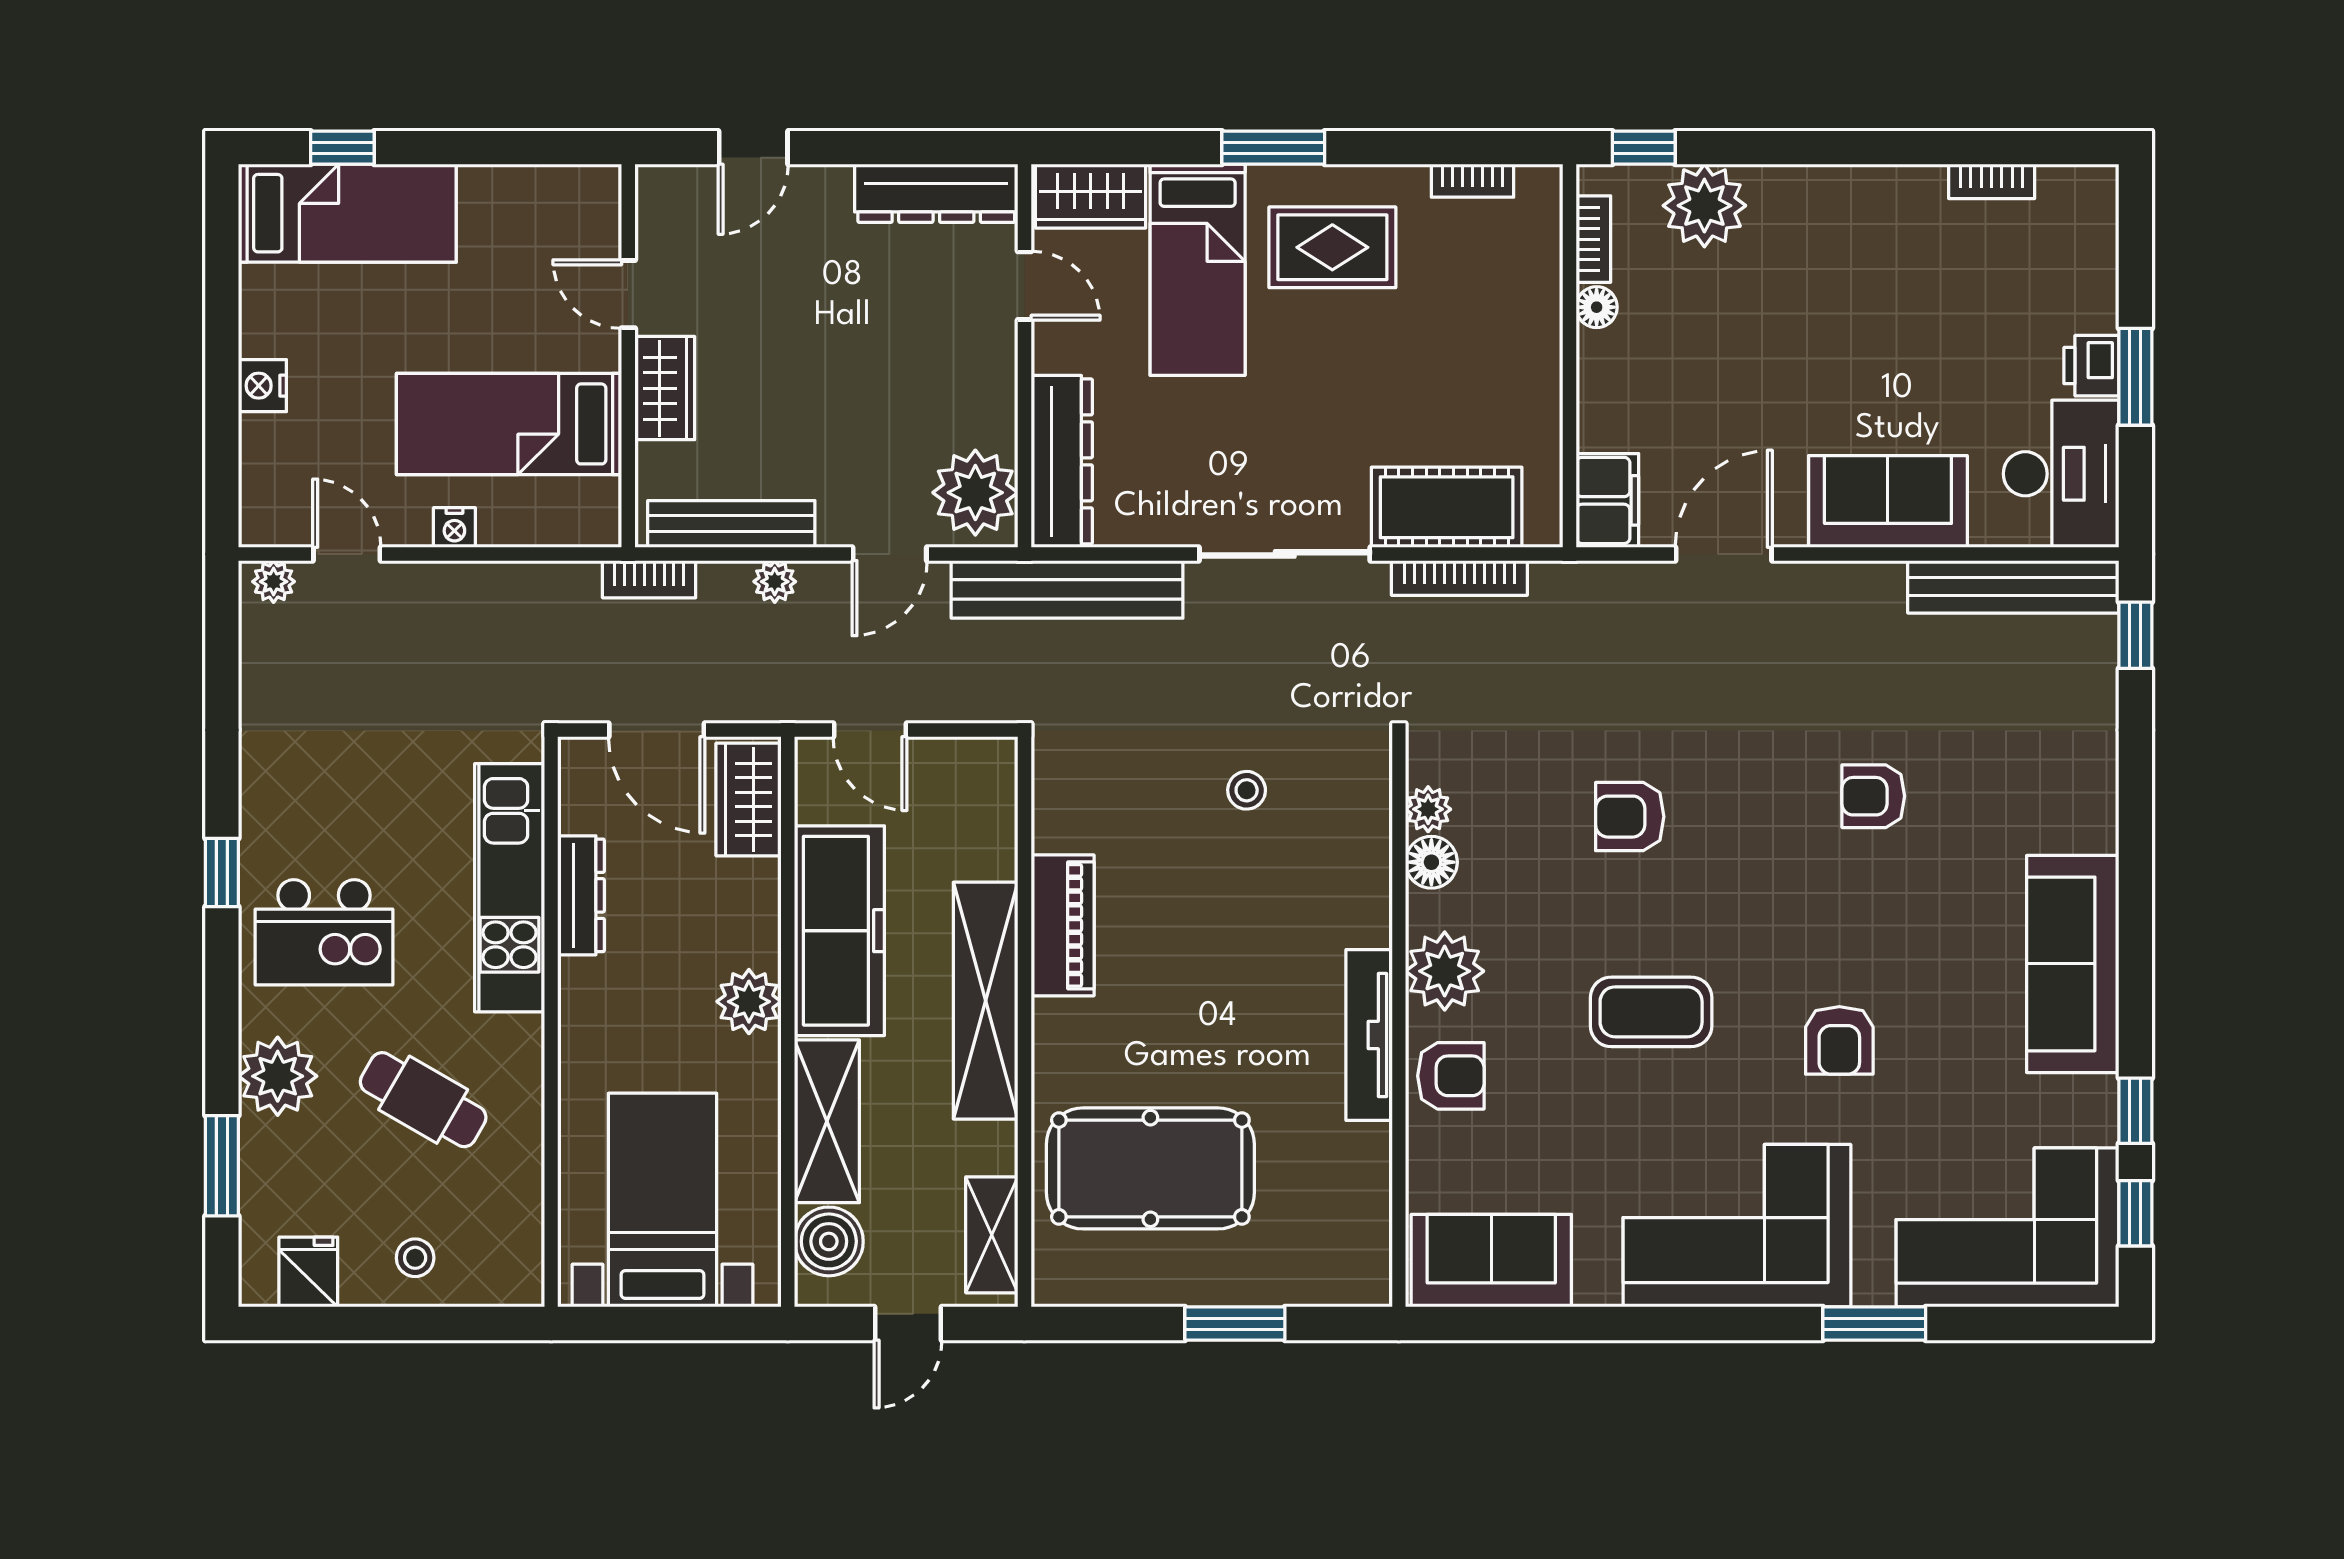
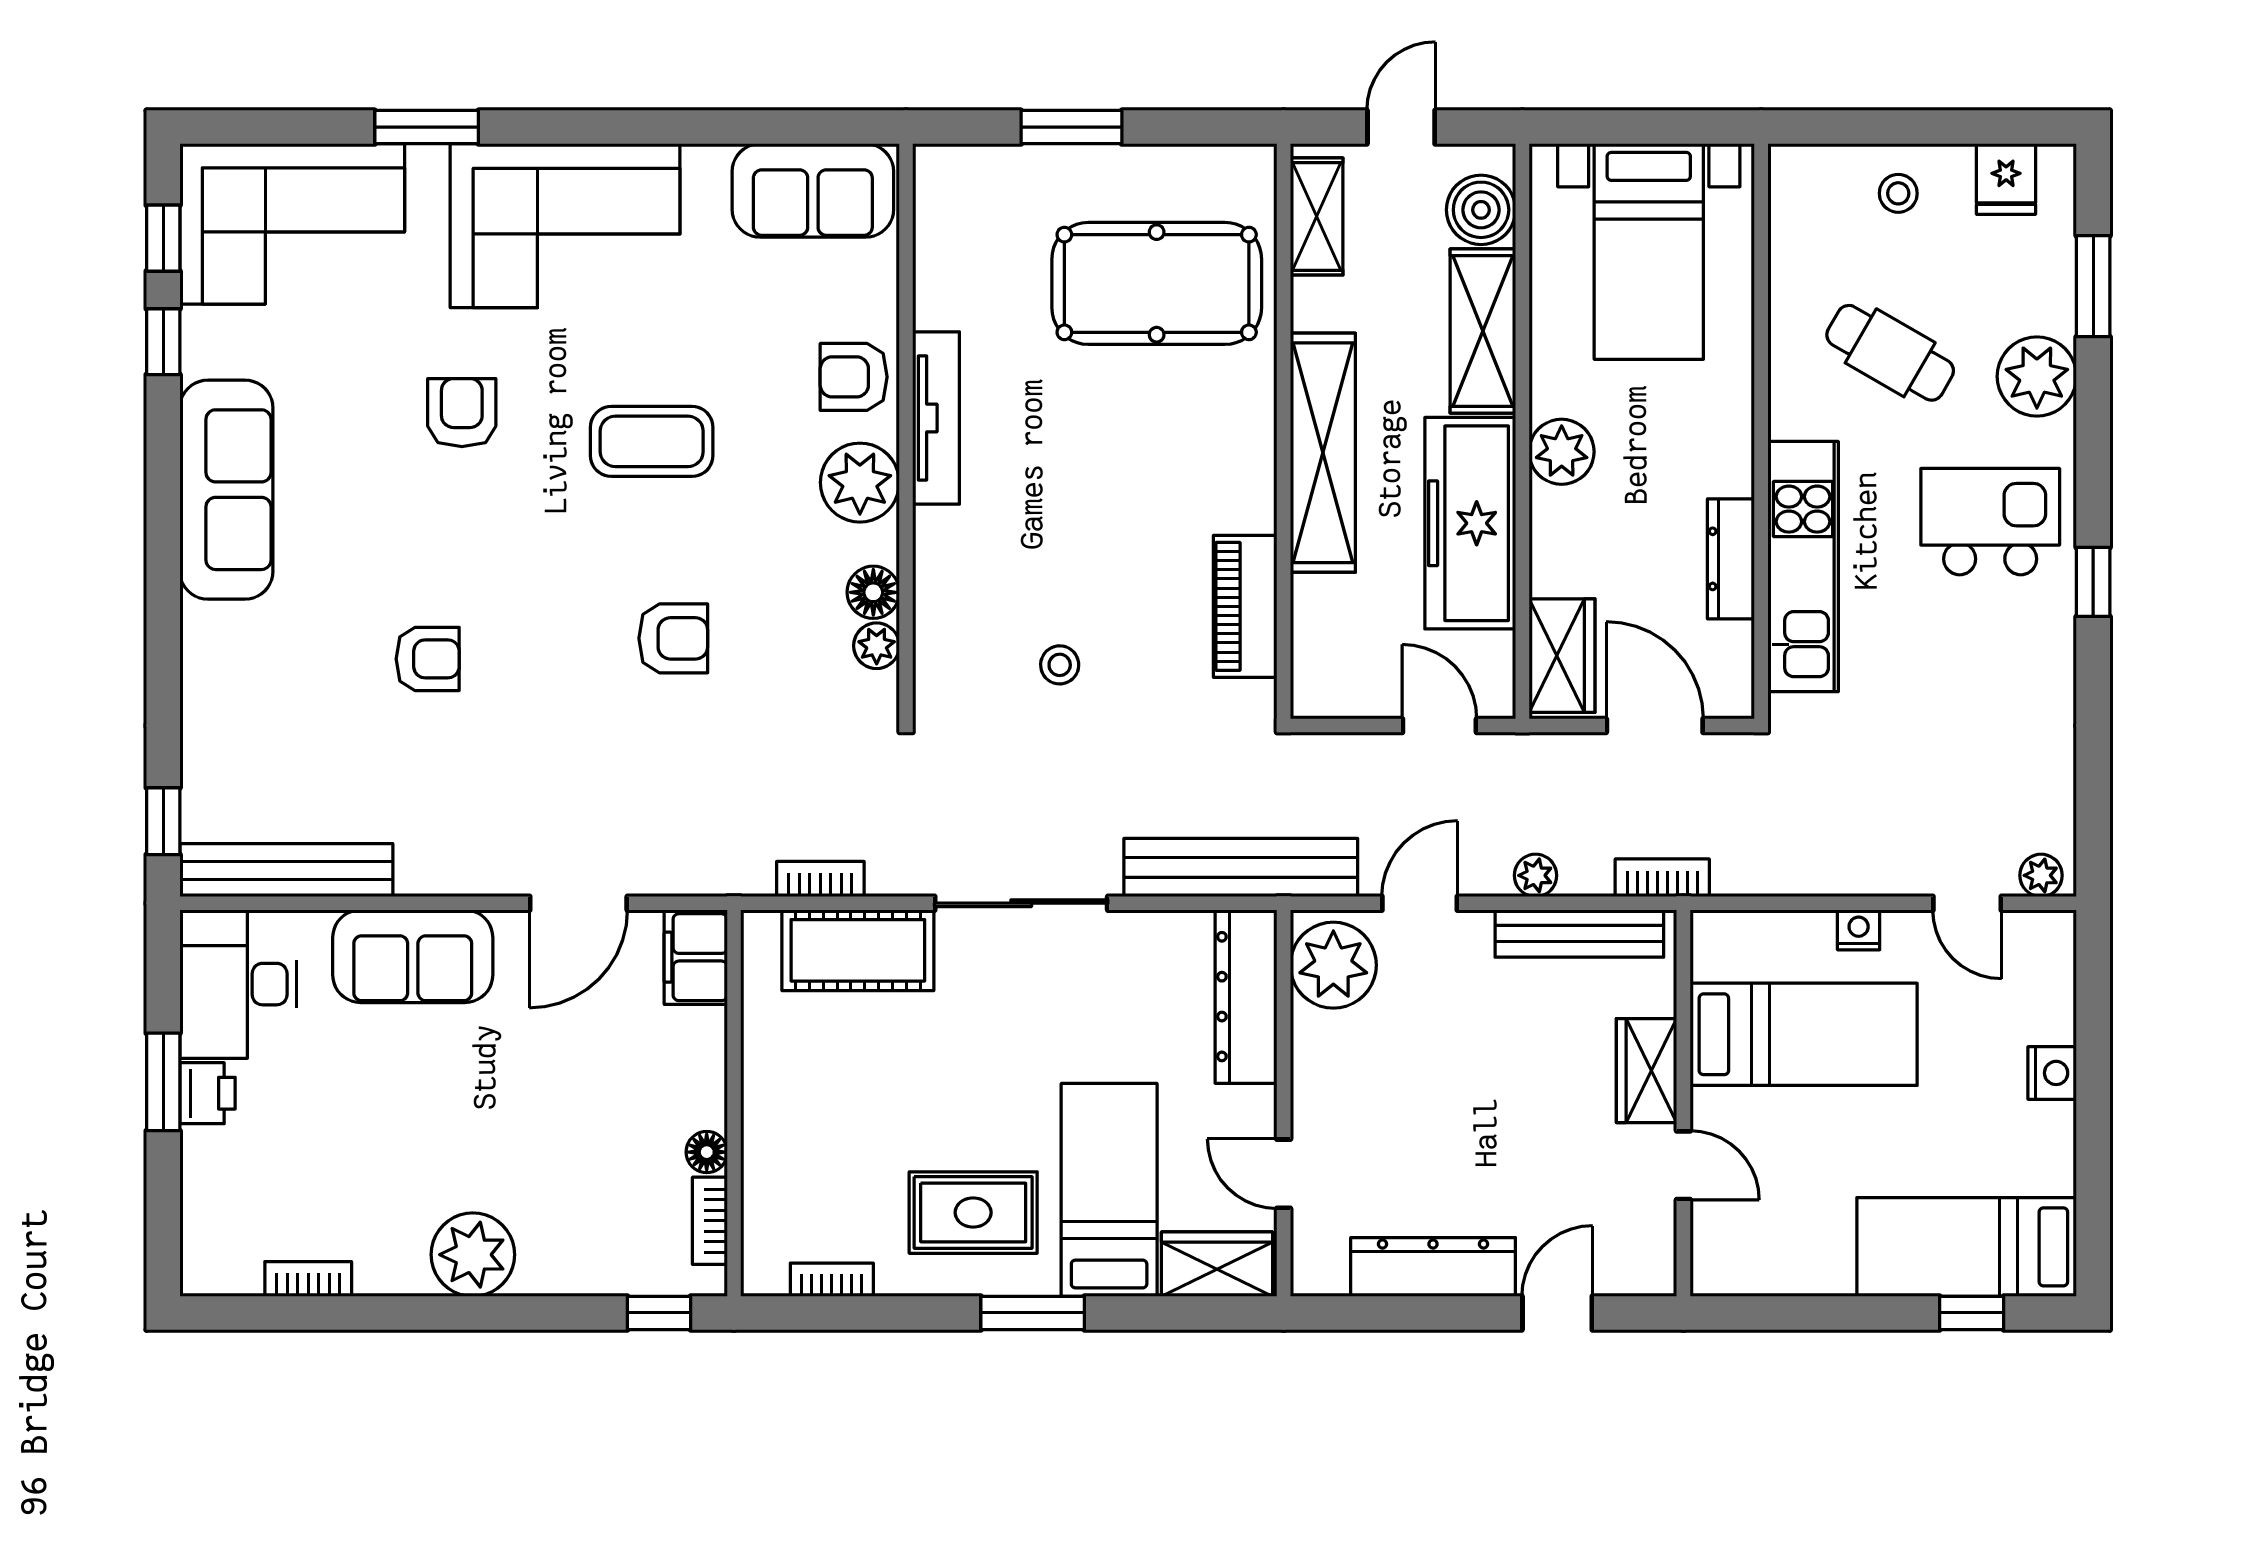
dresser: (936, 193) -> (1433, 1267), moved
plant: (1704, 206) -> (473, 1255), moved
bookcase: (1459, 578) -> (820, 879), width x0.64
piano: (1063, 925) -> (1245, 606), moved

